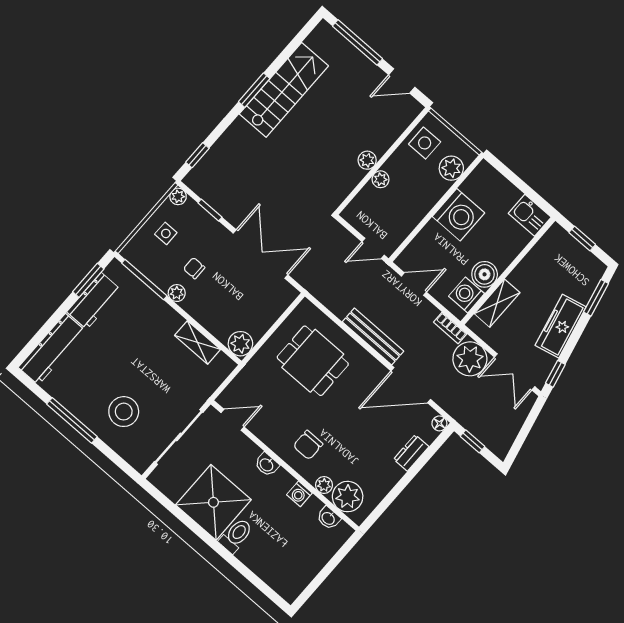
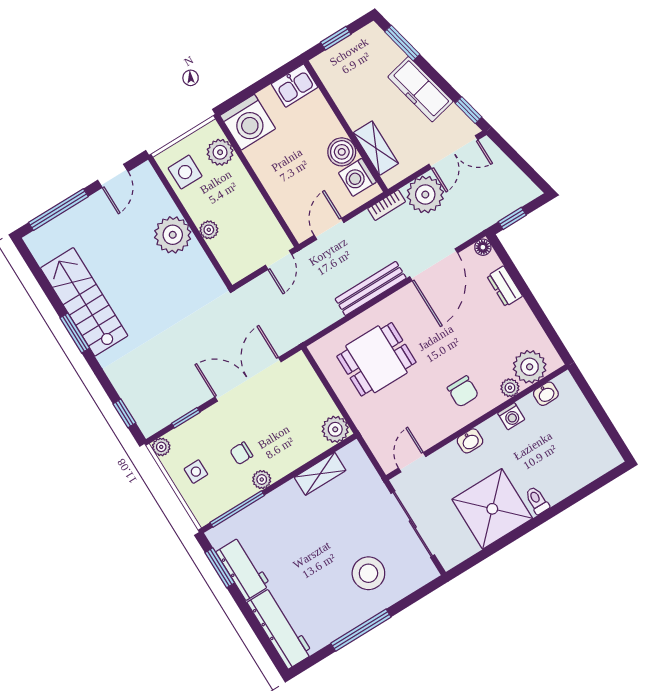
plant: (367, 160) -> (173, 235), width x1.87, depth x1.87
washing machine: (458, 215) -> (248, 122), moved, turned 90
toilet: (236, 536) -> (537, 500), width x0.73, depth x0.72

